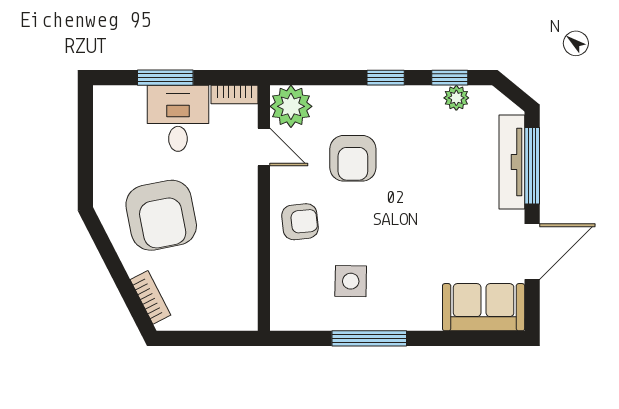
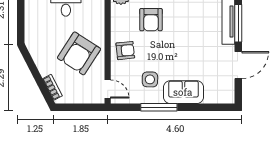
door: (264, 147) -> (108, 89), moved
armchair: (161, 215) -> (79, 53), moved, turned 44
sofa: (484, 307) -> (183, 92), moved

